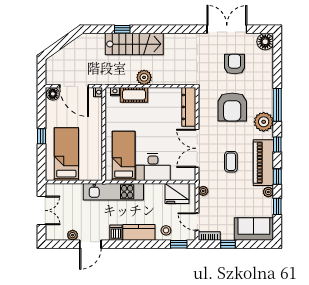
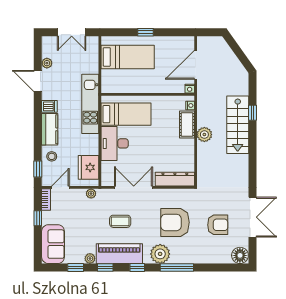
floor lamp: (53, 94) -> (188, 43), removed

